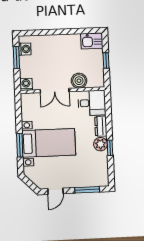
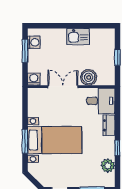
kitchen sink: (92, 41) -> (78, 37), moved
double door: (55, 91) -> (63, 87), swing flipped
plant: (100, 144) -> (108, 166), moved

